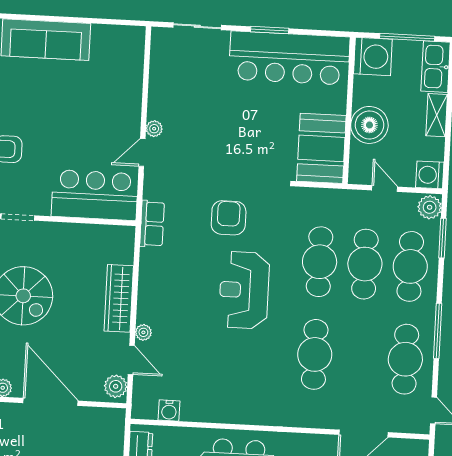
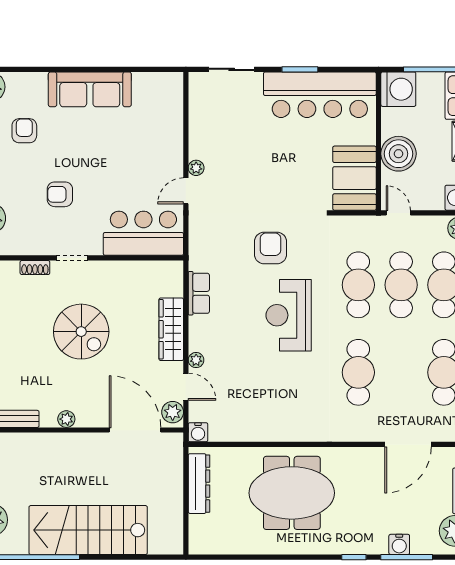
door: (385, 189) -> (398, 213), moved
row of seats: (152, 224) -> (199, 293), moved
door: (50, 402) -> (135, 430), moved
water cooler: (169, 410) -> (198, 432), moved

